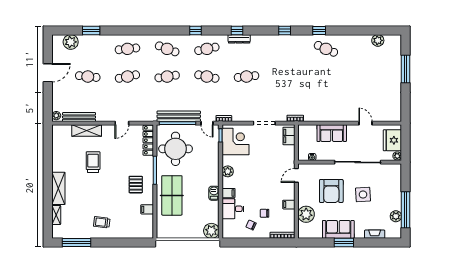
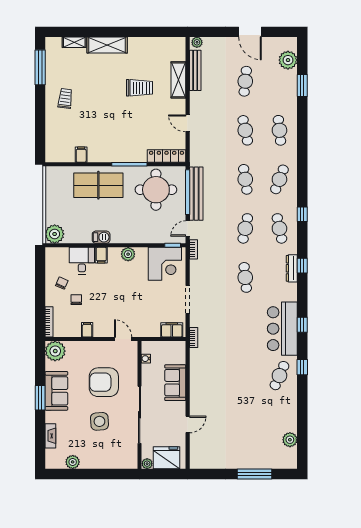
bar counter: (288, 47) -> (282, 329), added
pallet: (136, 185) -> (112, 140), removed
window: (406, 210) -> (81, 474), removed
plant: (306, 214) -> (55, 351), moved

